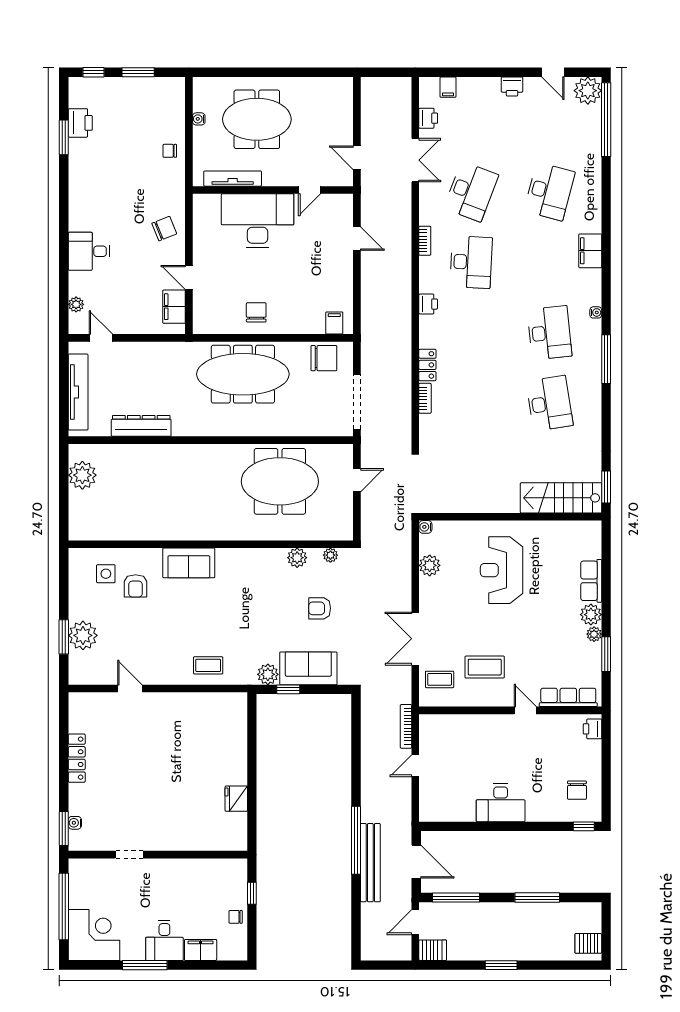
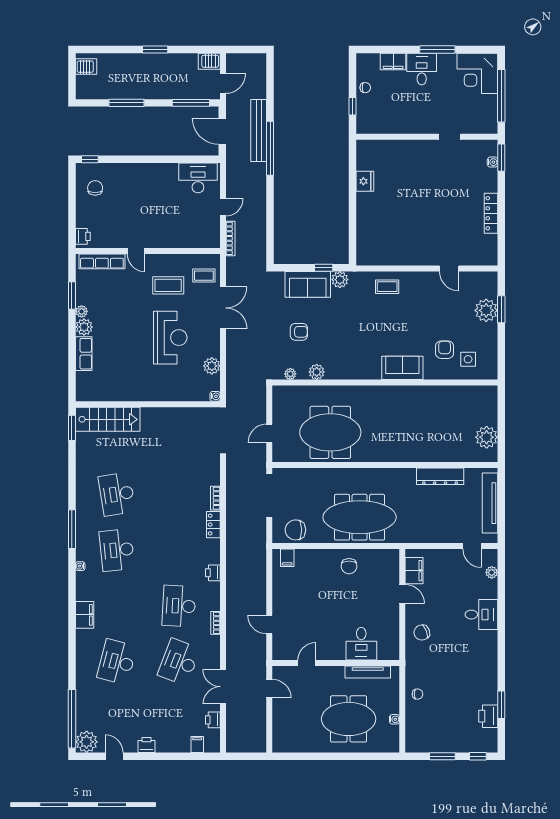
desk: (258, 221) -> (361, 644), width x0.53, depth x0.77
reception desk: (502, 570) -> (170, 338), moved
desk: (501, 803) -> (198, 178), moved

